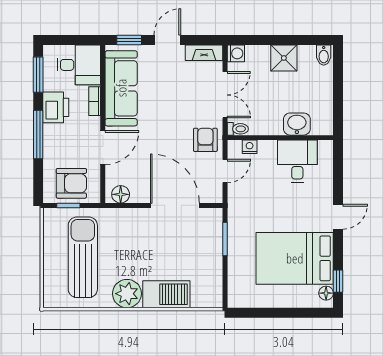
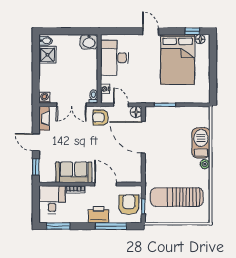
shower: (284, 58) -> (47, 55), moved
sofa: (121, 88) -> (74, 172), width x0.73
double door: (225, 95) -> (71, 105), swing flipped
printer: (56, 107) -> (99, 215), moved
washbasin: (297, 124) -> (89, 42), moved, turned -90
window: (38, 135) -> (111, 226), moved
desk: (297, 161) -> (115, 58), width x1.37
floor lamp: (121, 194) -> (136, 112), moved
door: (175, 205) -> (143, 137), hinge flipped
plant: (127, 294) -> (205, 164), width x0.53, depth x0.53

